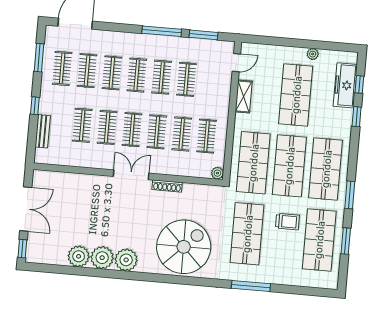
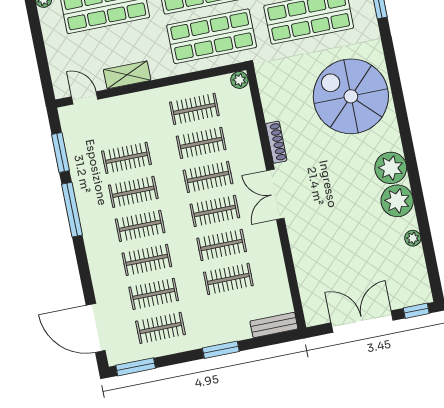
window: (39, 58) -> (136, 367), moved
window: (35, 106) -> (221, 350), width x1.50
bench: (43, 131) -> (274, 325), moved
plant: (79, 256) -> (413, 238), width x0.53, depth x0.53

